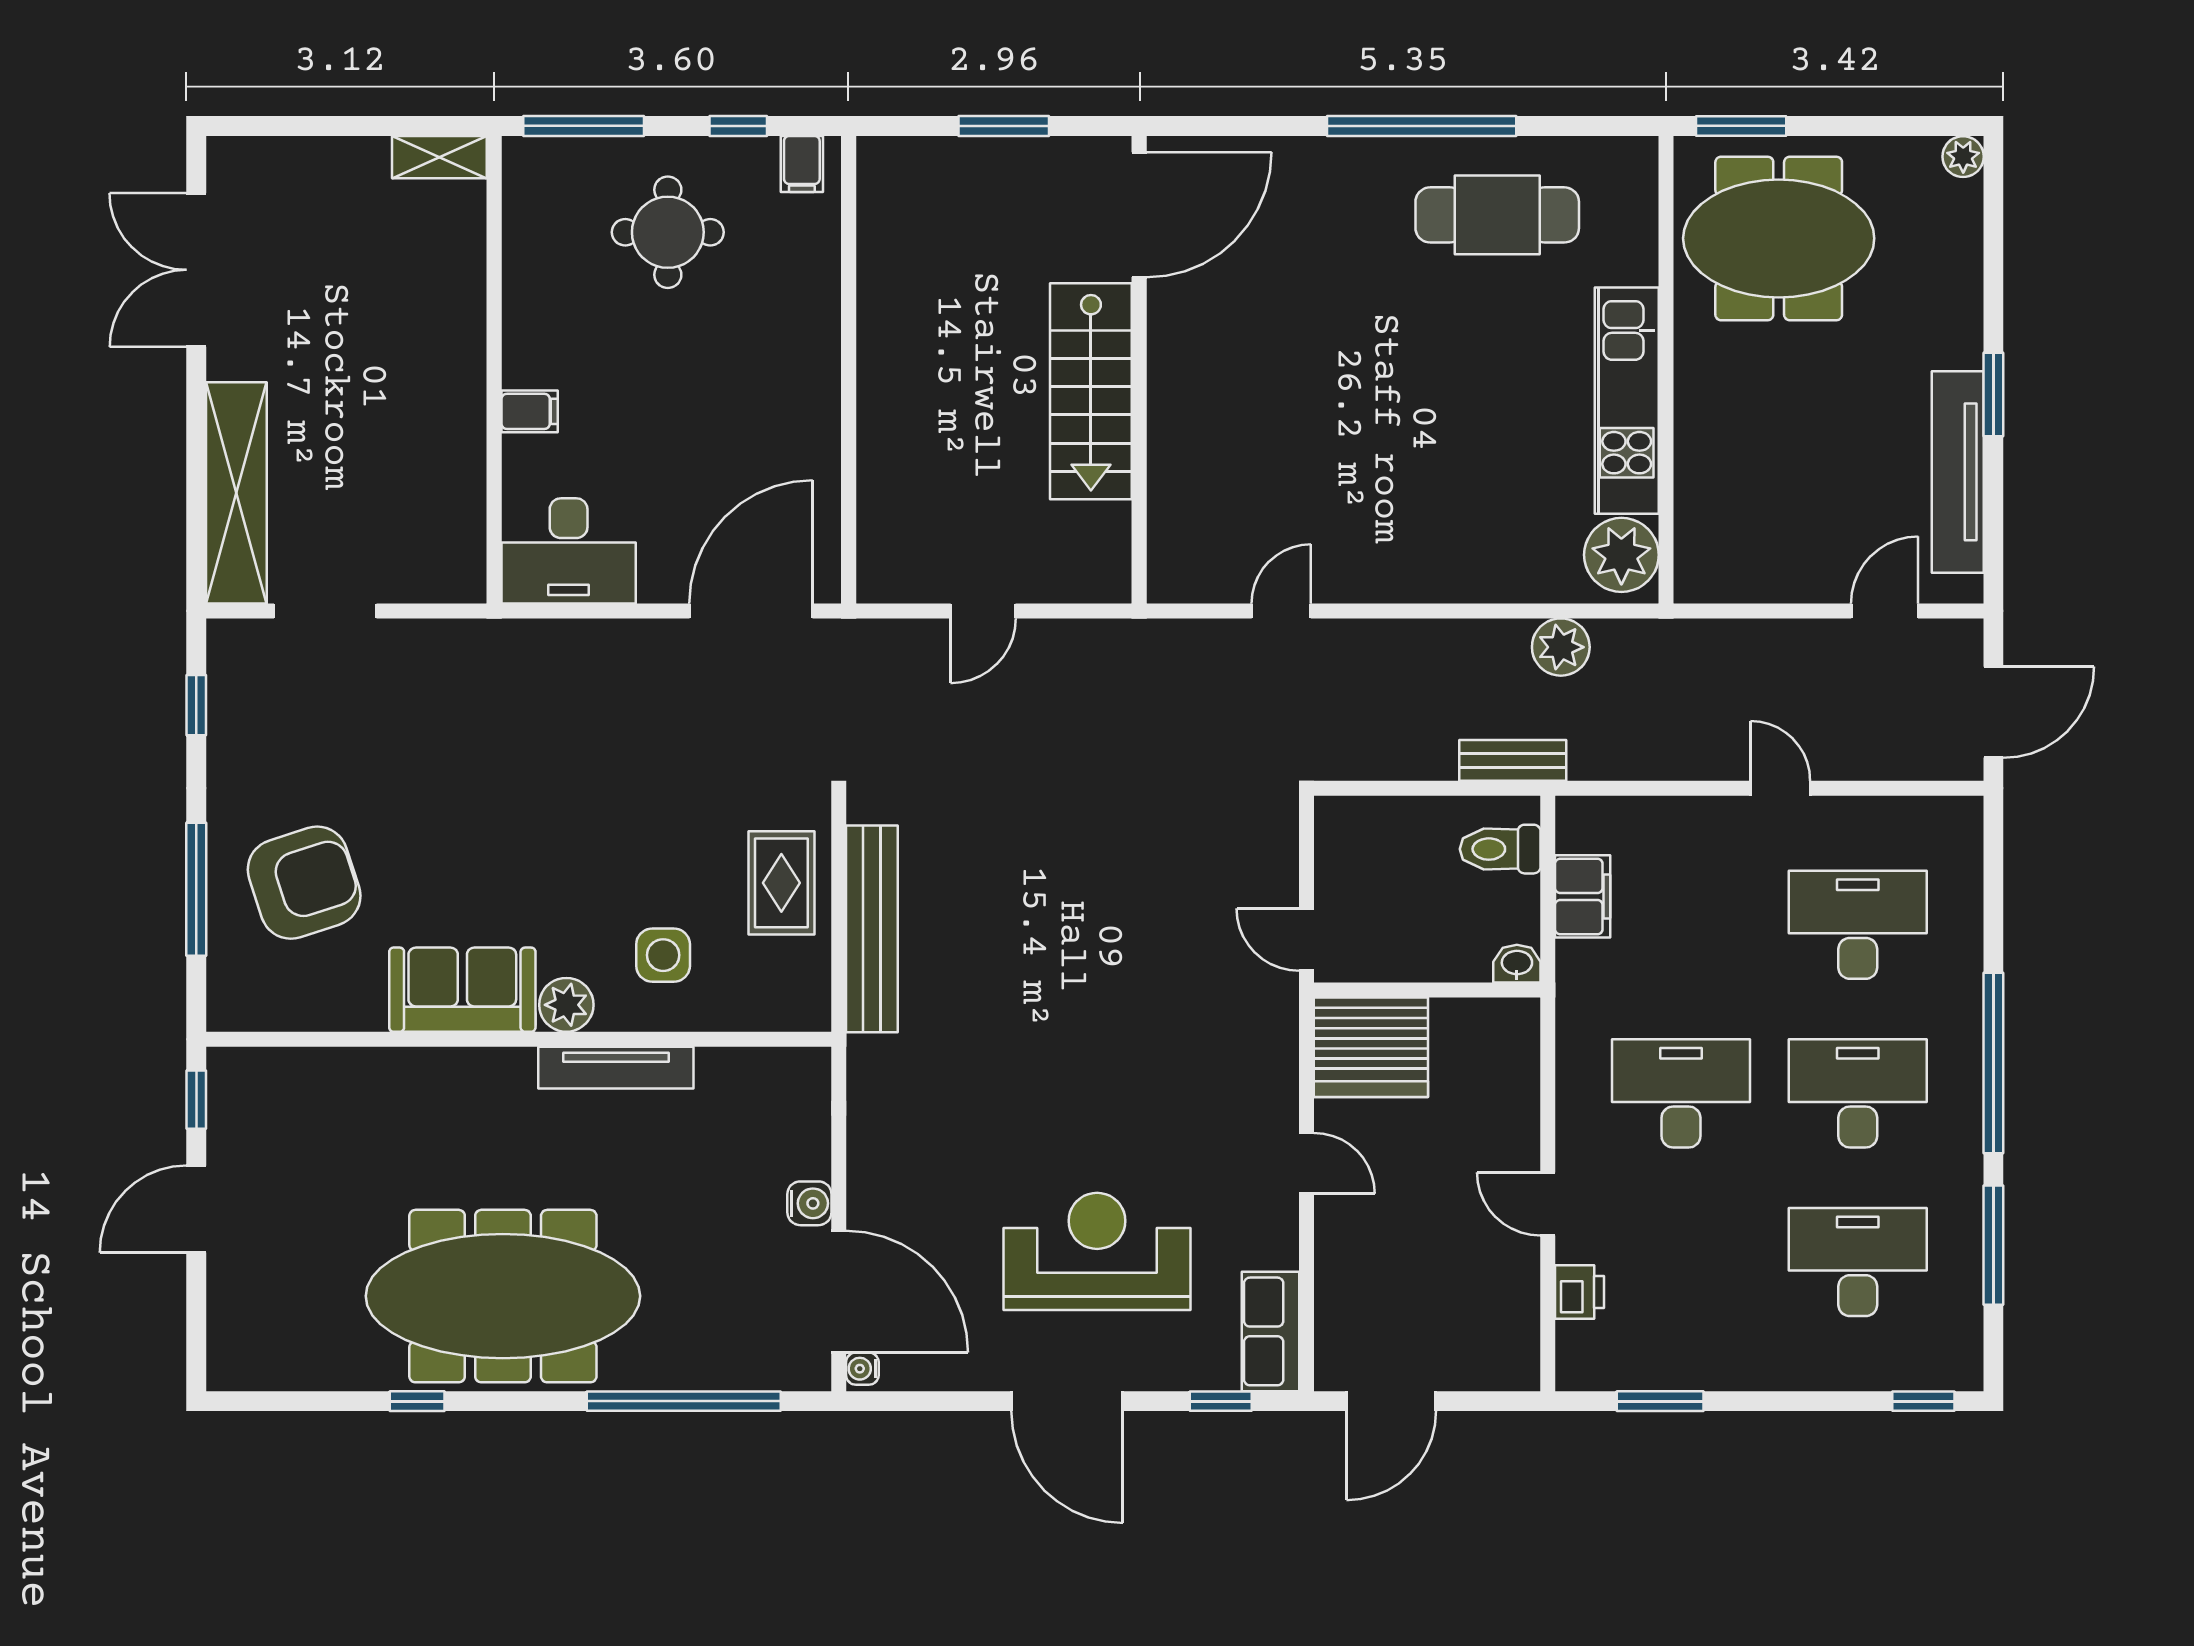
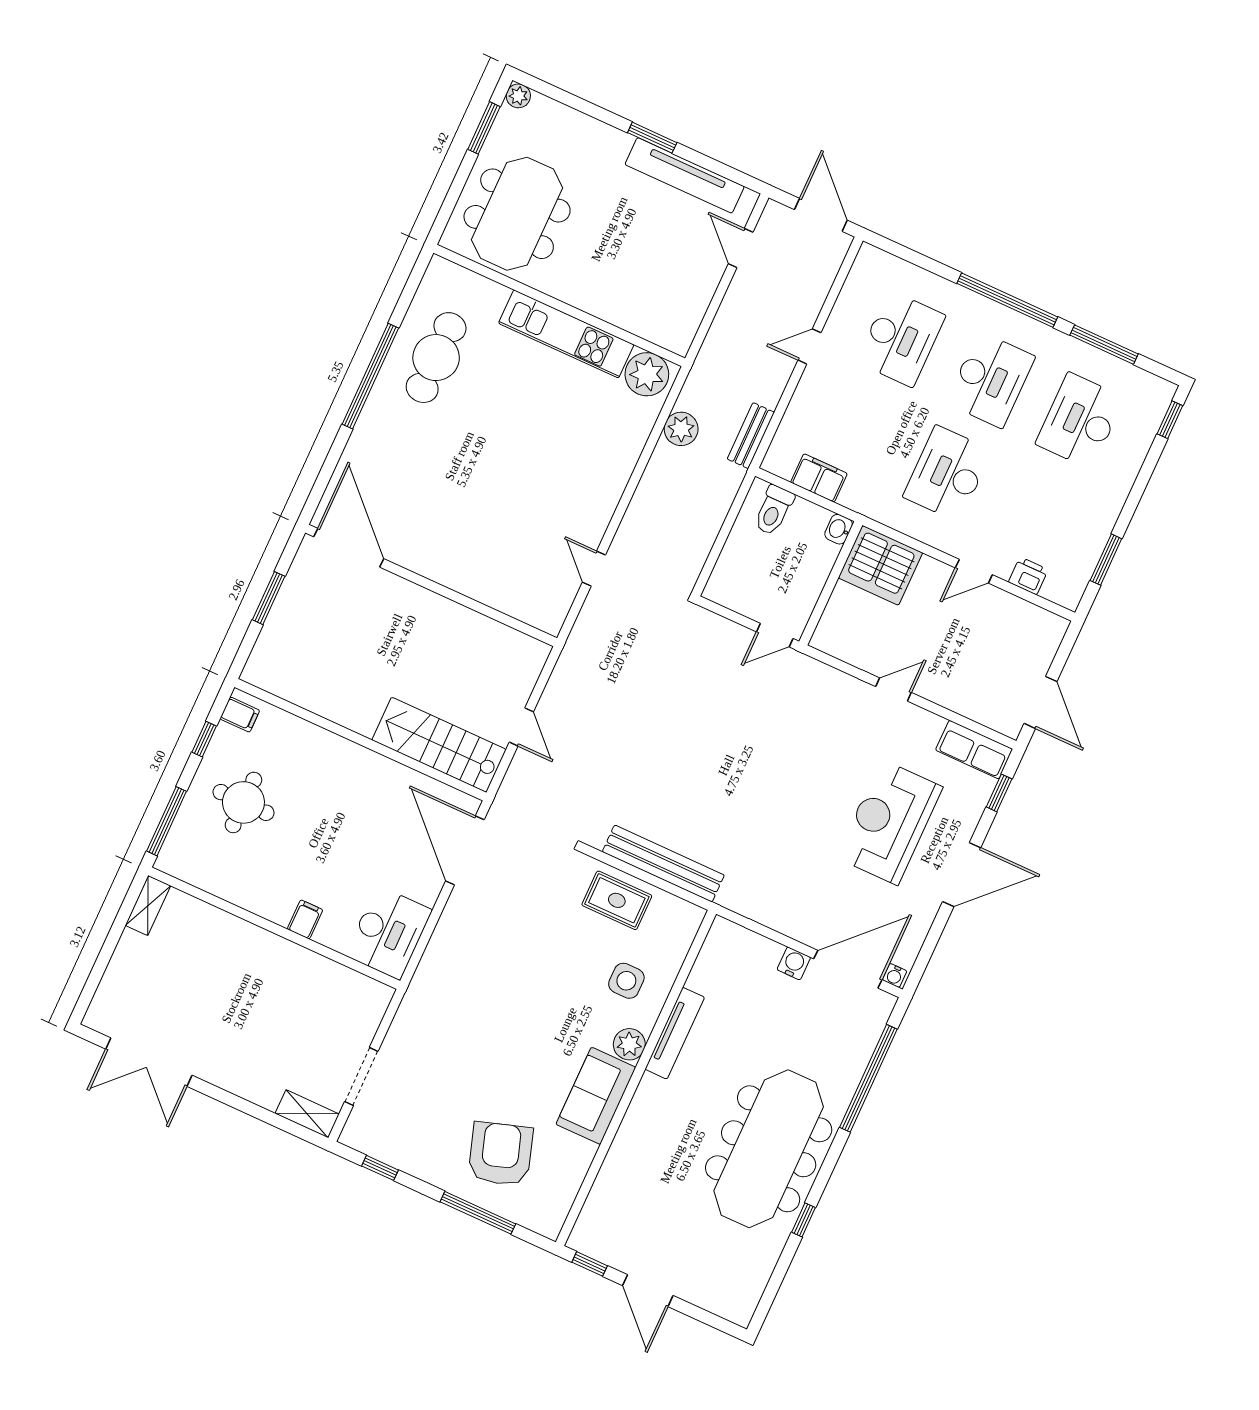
window: (1741, 126) -> (484, 128), moved
stairs: (1091, 391) -> (439, 745), moved, turned 180
shelving: (236, 493) -> (307, 1114), width x0.45, depth x0.75
bench: (1513, 760) -> (751, 436), moved
desk: (1858, 925) -> (901, 339), turned 180
server rack: (1371, 1047) -> (880, 565), moved, turned 90
desk: (1858, 1093) -> (990, 380), turned 180

